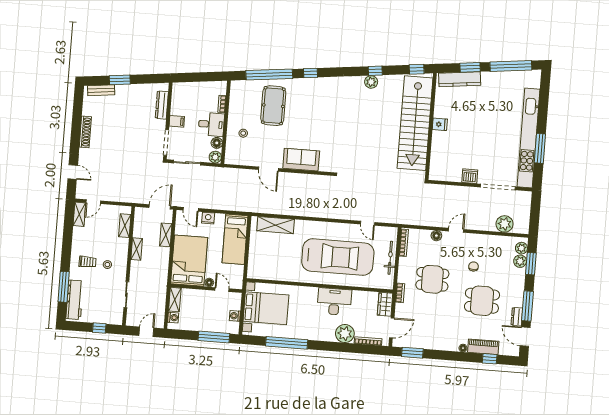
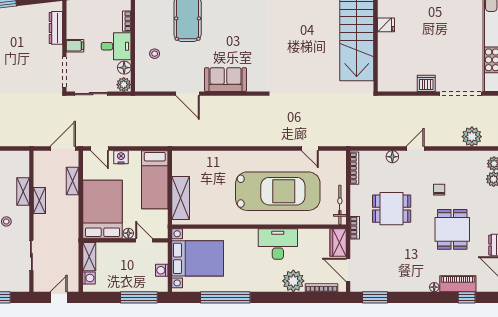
shelving: (276, 225) -> (181, 198), moved, turned 90
shelving: (125, 226) -> (23, 192), moved
bicycle: (390, 258) -> (340, 205), moved
dining table: (482, 301) -> (452, 229), turned 90
door: (392, 328) -> (348, 270), swing flipped

